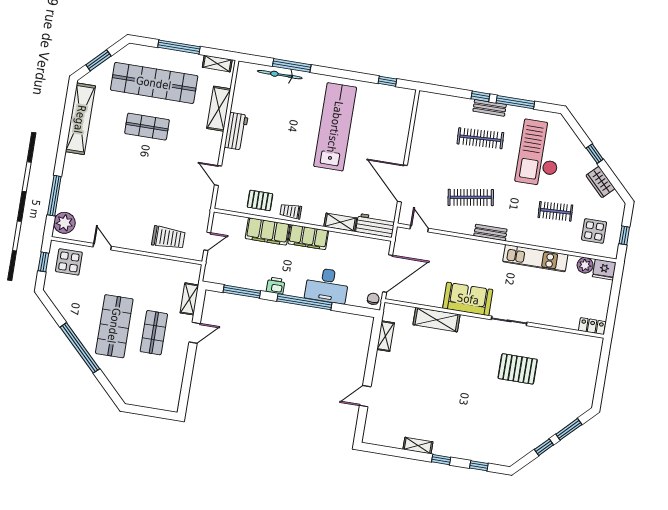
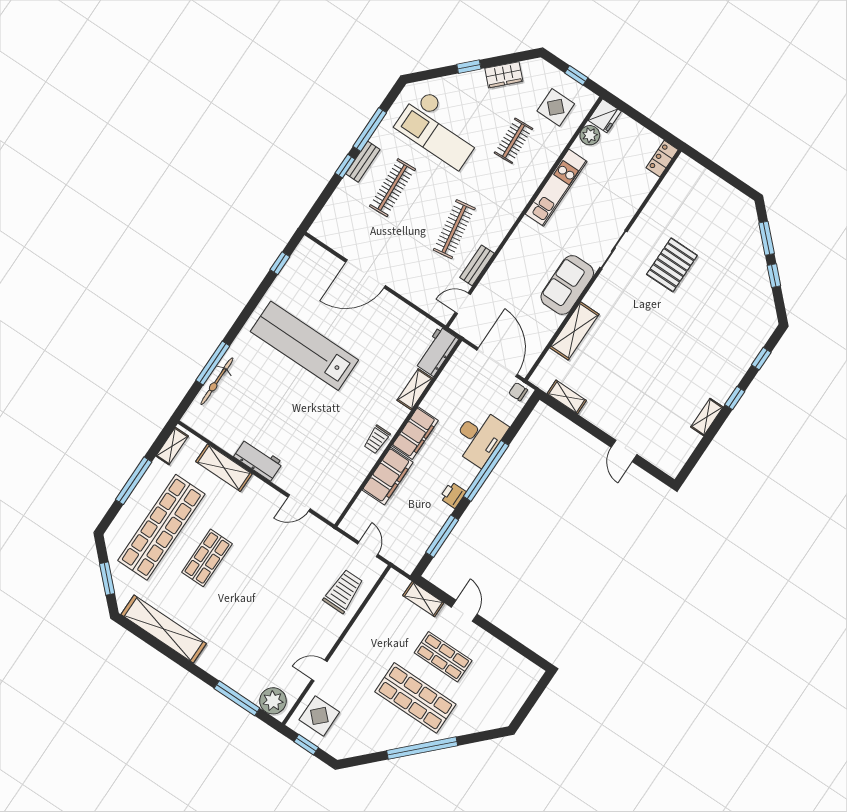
door: (402, 183) -> (366, 274), moved
pallet: (260, 200) -> (349, 469), removed
bench: (490, 233) -> (477, 265), moved

